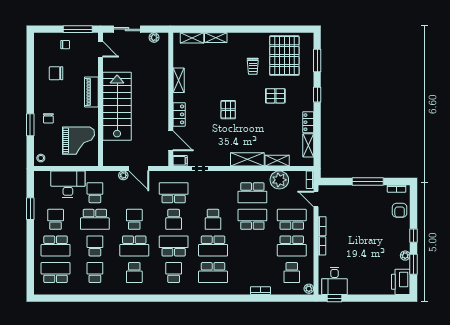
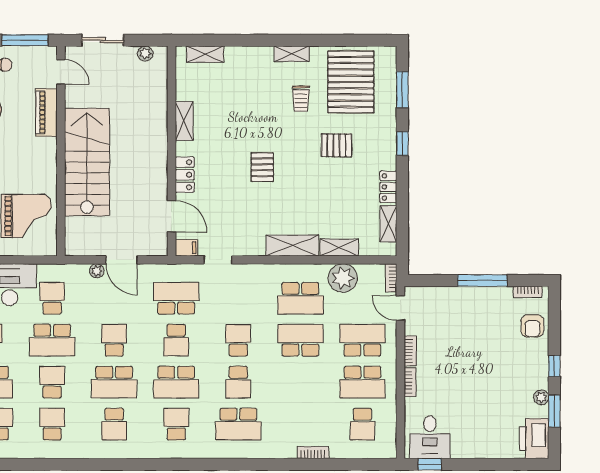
shelving: (216, 38) -> (292, 54), moved
piano: (91, 92) -> (46, 112), moved
school desk: (213, 219) -> (238, 340), turned 180
school desk: (174, 246) -> (176, 382), turned 180
school desk: (213, 246) -> (238, 382), width x0.54
plant: (309, 289) -> (389, 449), removed

